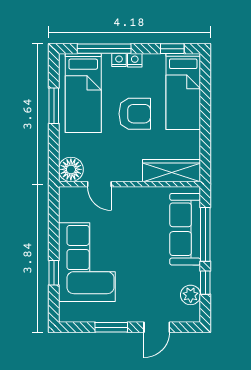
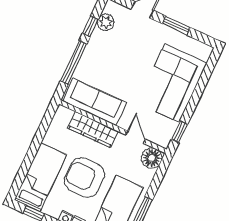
armchair: (135, 114) -> (85, 178), width x1.36, depth x1.36
wardrobe: (172, 171) -> (93, 130), moved
sofa: (185, 229) -> (94, 102), moved, turned -90
window: (54, 273) -> (180, 132), moved

